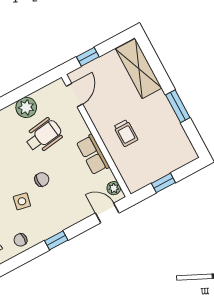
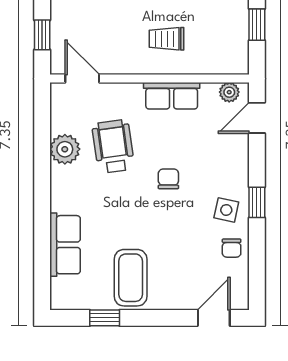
trolley: (126, 133) -> (167, 39), turned 180
side table: (22, 201) -> (226, 210), moved

